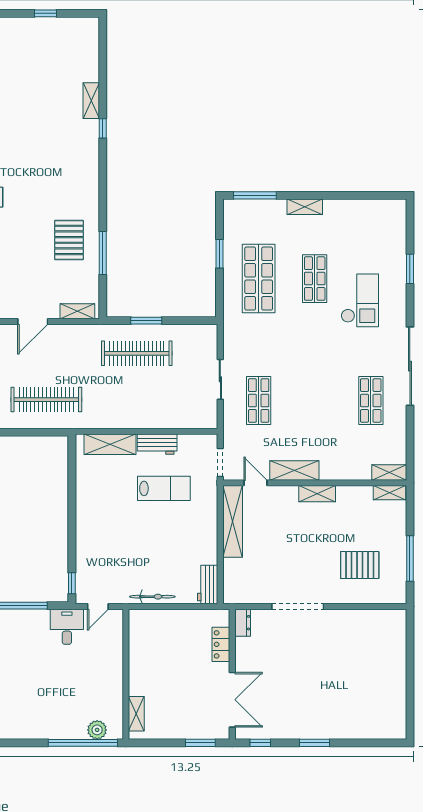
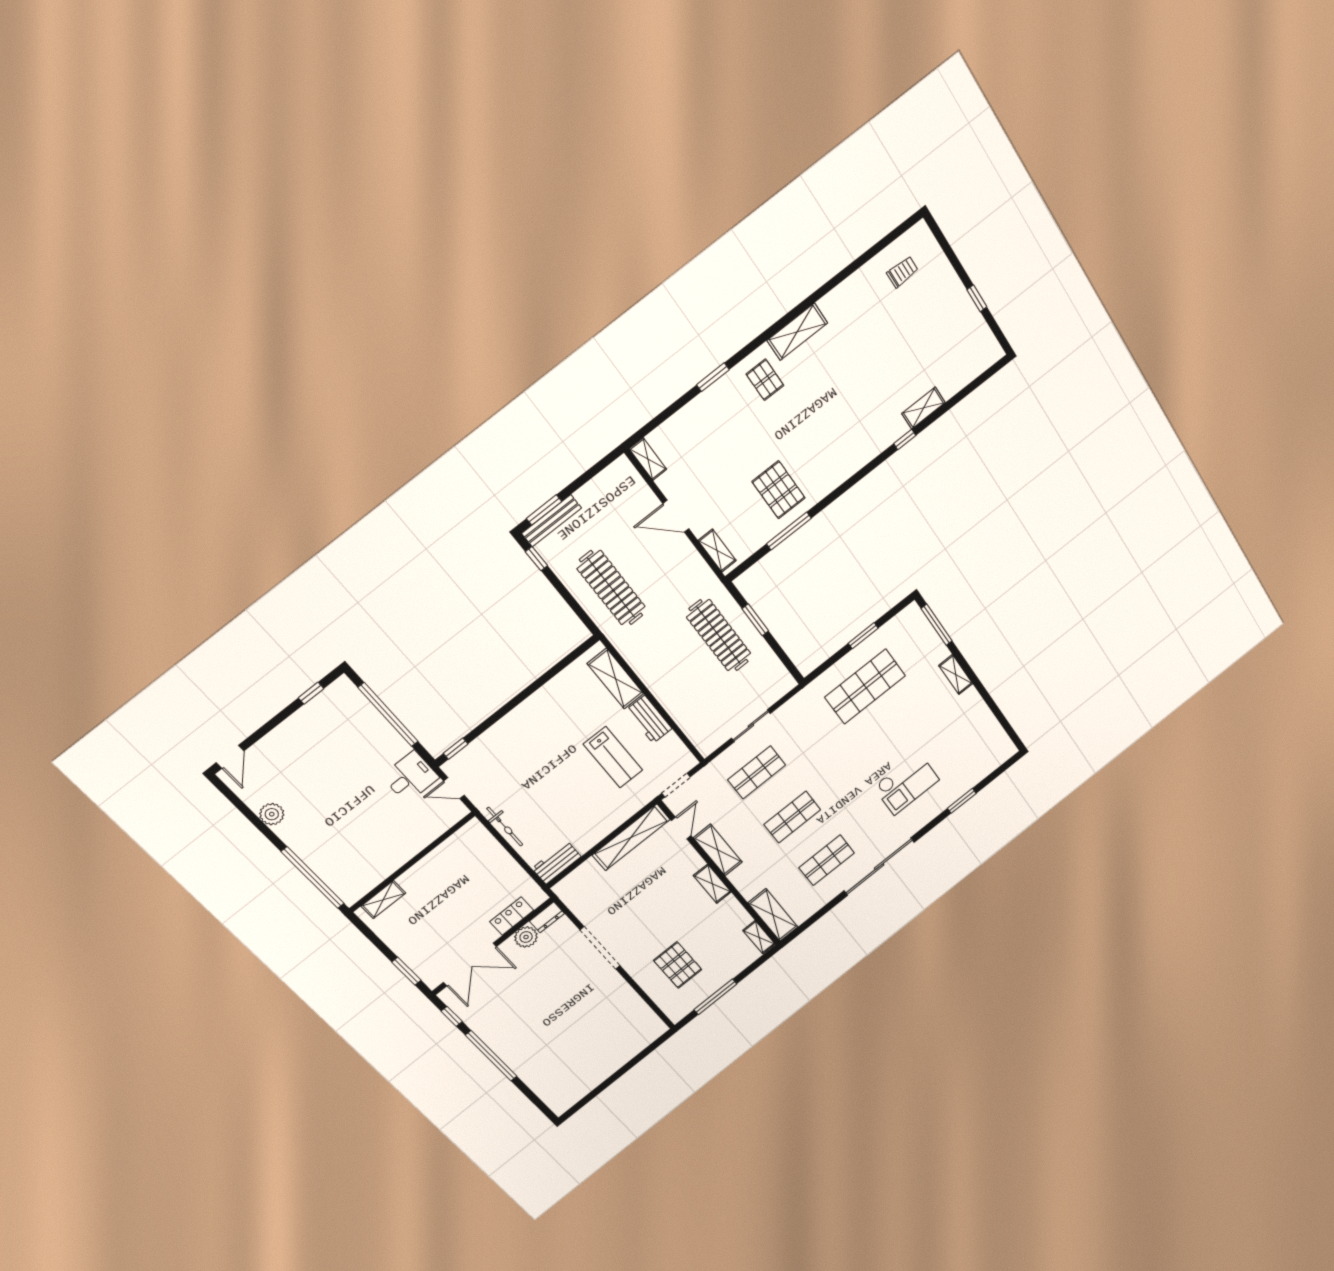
pallet: (69, 240) -> (779, 490), turned 90
shop shelf: (315, 279) -> (792, 817), moved
shelving: (389, 472) -> (773, 915), width x1.50, depth x1.33
plant: (245, 648) -> (526, 937), added
plant: (97, 730) -> (272, 814), moved
window: (315, 743) -> (491, 1056), width x2.11

